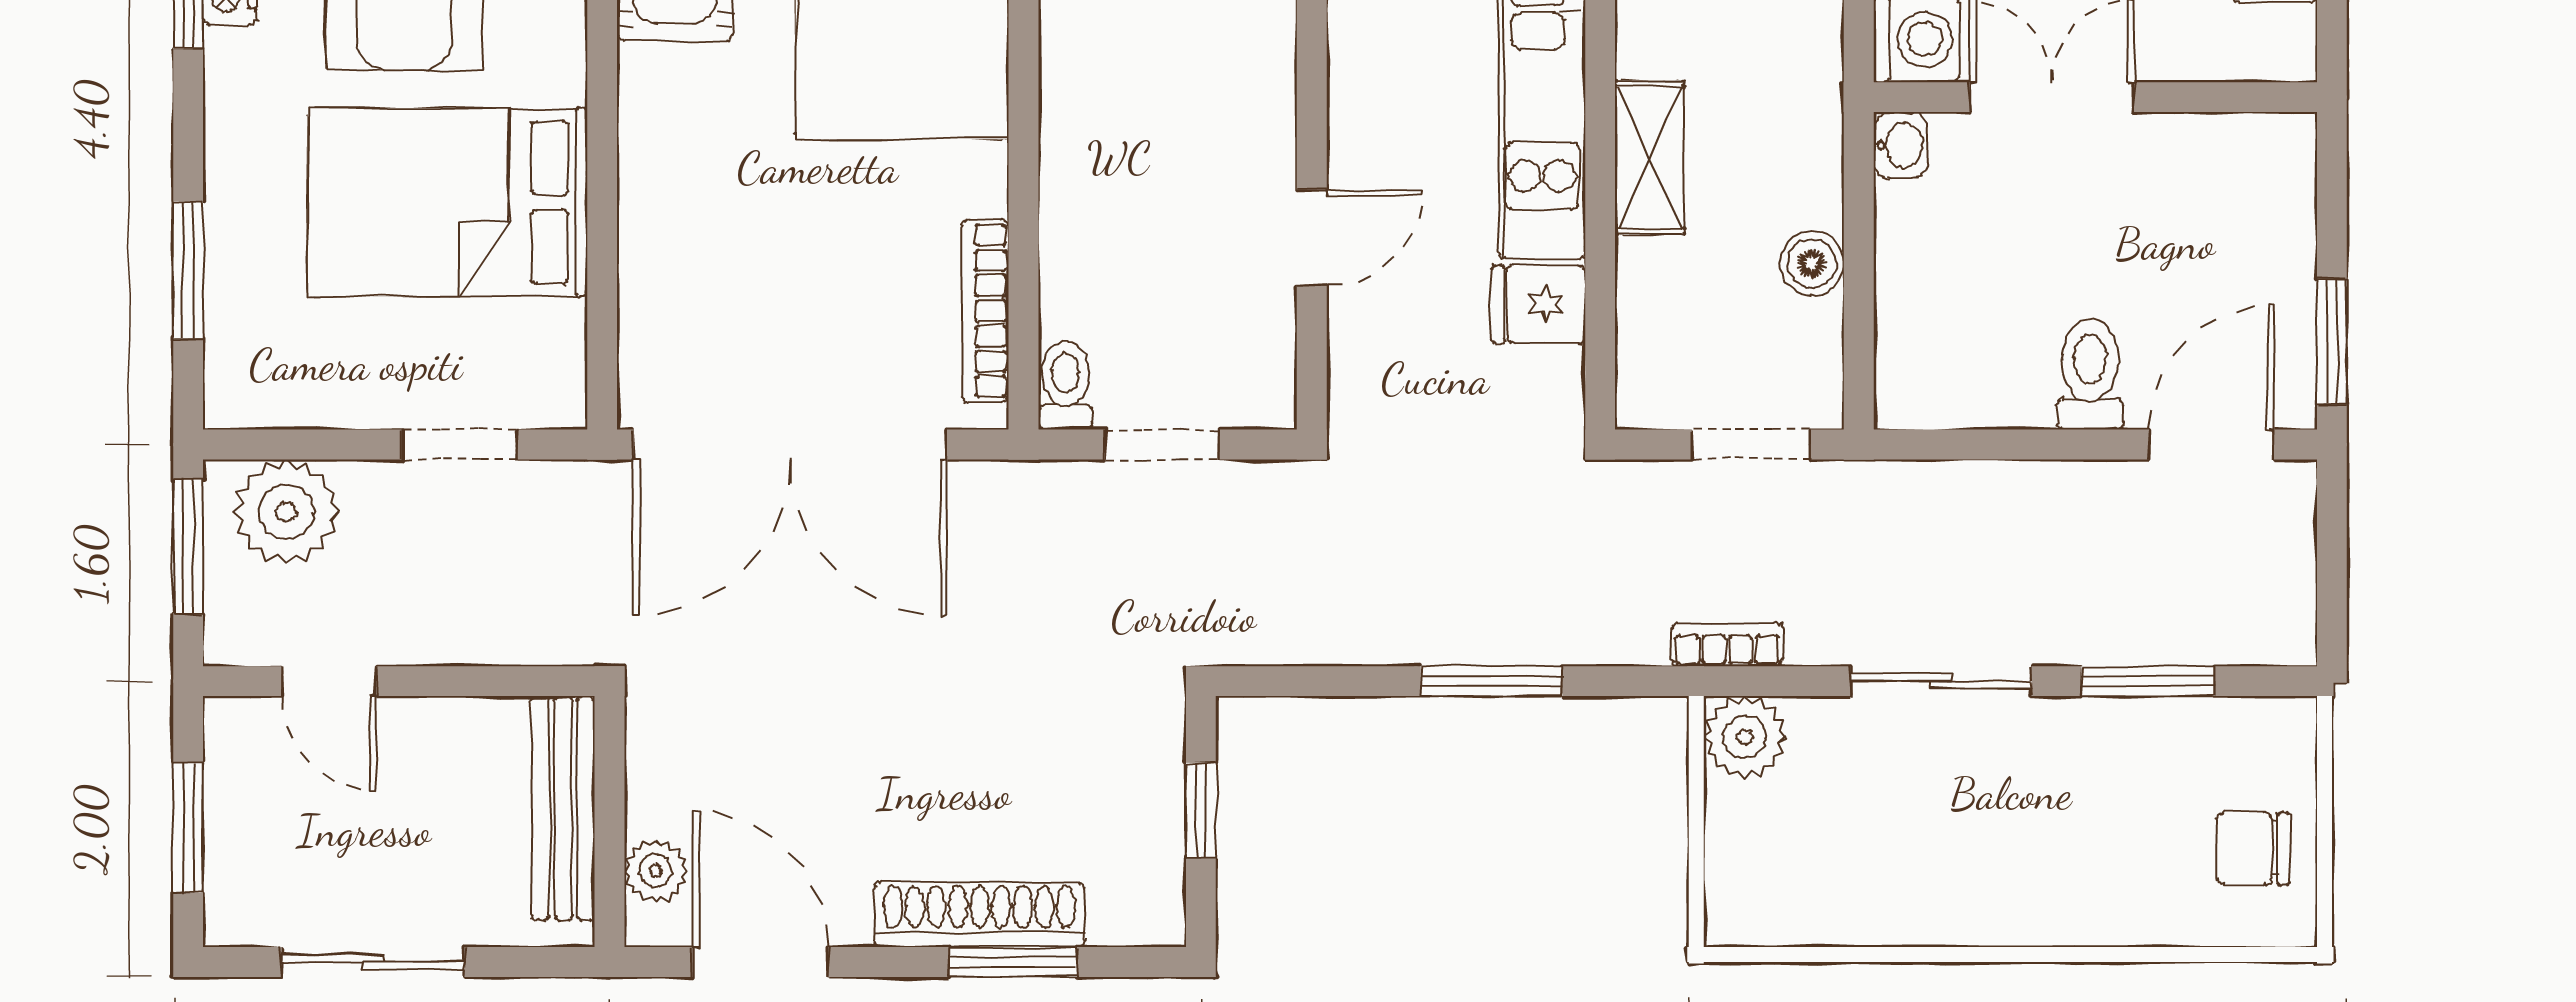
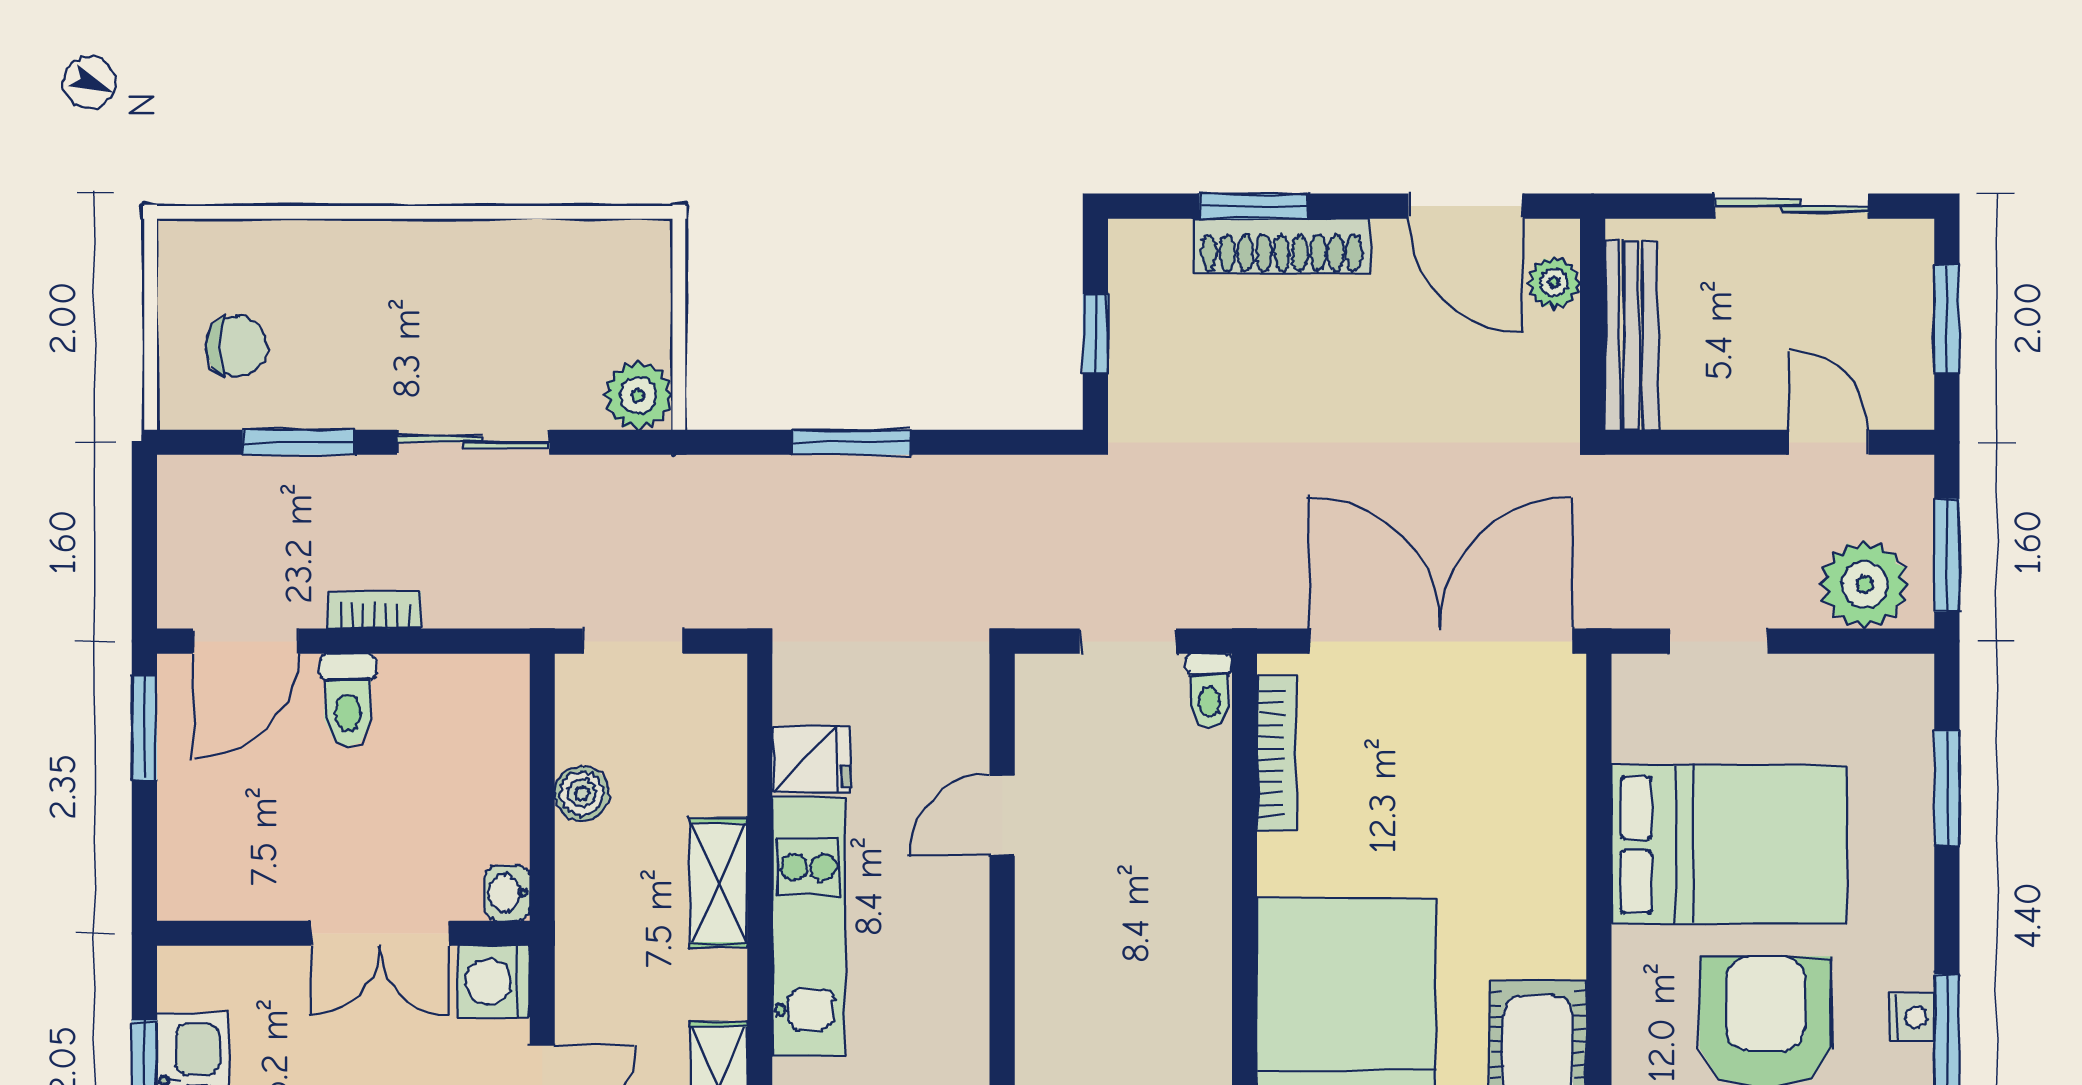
bookcase: (1727, 644) -> (375, 610), moved, turned 180
chair: (2253, 849) -> (237, 346), moved

